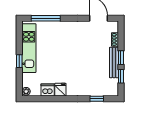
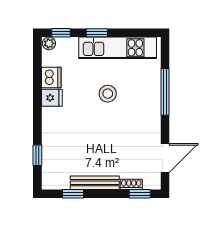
window: (46, 18) -> (165, 92), moved
stool: (58, 54) -> (108, 94), added
window: (121, 58) -> (140, 194), moved
window: (19, 84) -> (61, 33), added

